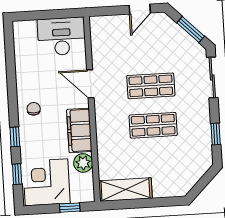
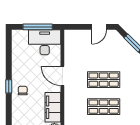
window: (50, 14) -> (38, 27), added
window: (15, 137) -> (9, 86), moved

